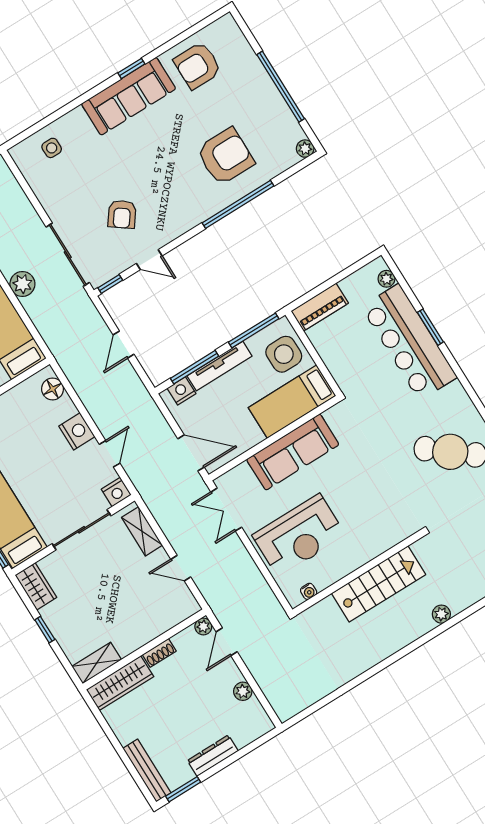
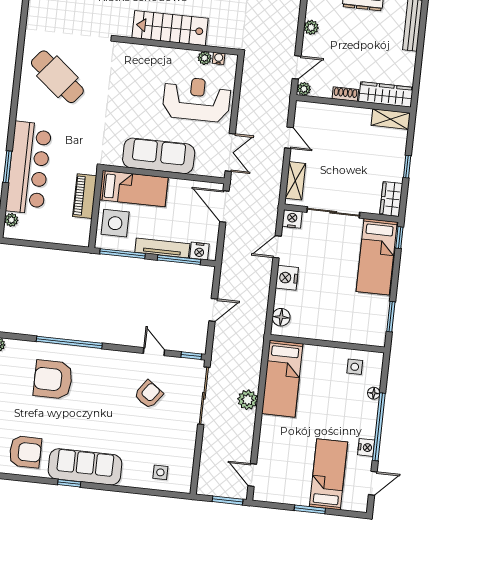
piano: (320, 307) -> (85, 196), moved, turned -90
plant: (322, 581) -> (205, 58), added

